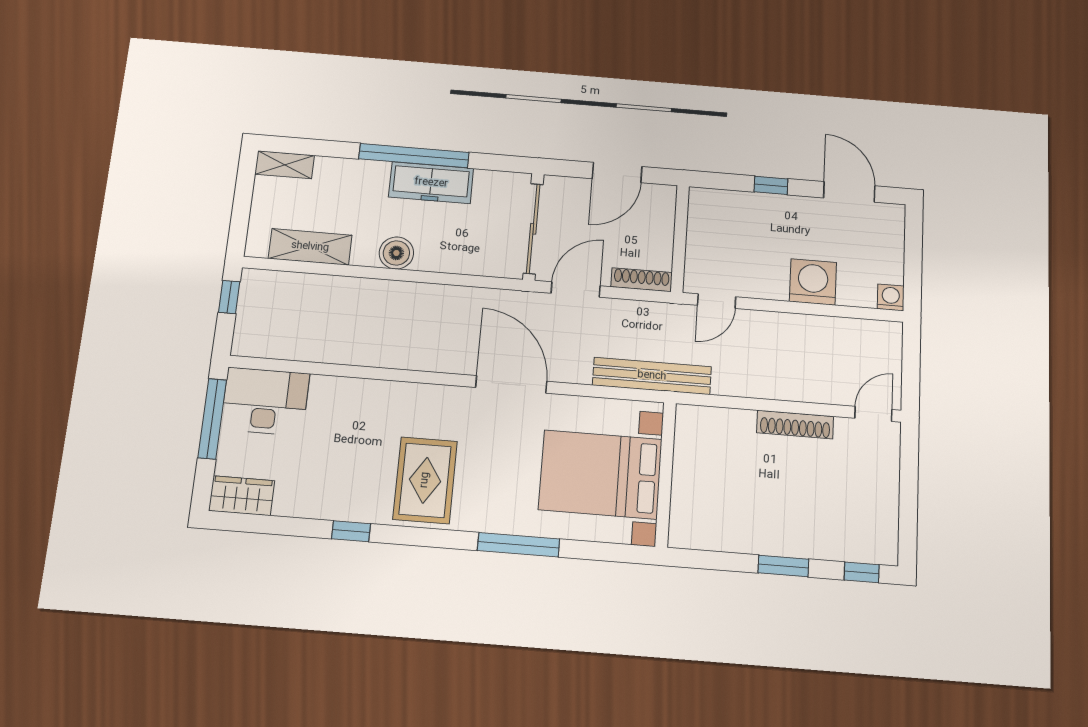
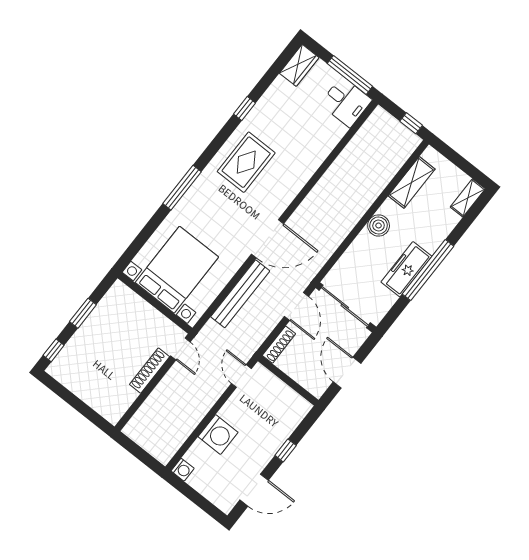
bench: (652, 376) -> (240, 294), moved
desk: (265, 401) -> (346, 102), width x0.73
door: (873, 414) -> (180, 349), moved
bed with nightstands: (600, 474) -> (177, 270), moved
wall: (666, 474) -> (155, 303), moved
rug: (425, 480) -> (246, 162), turned 90

